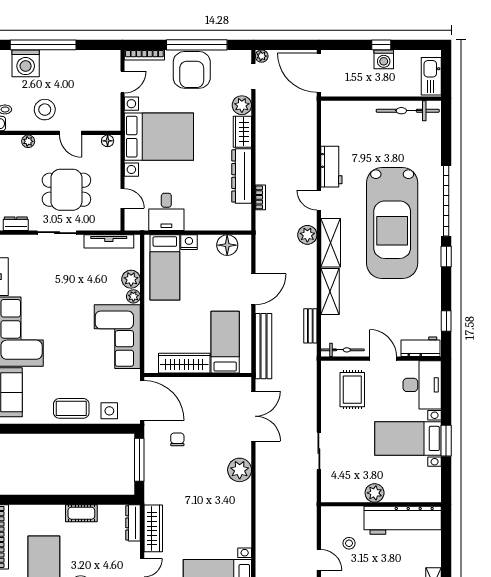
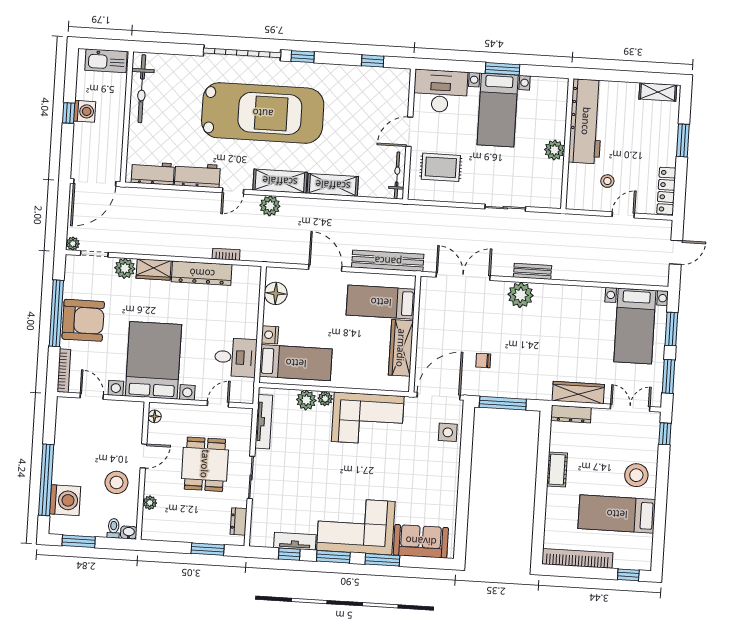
bench: (310, 326) -> (533, 271), moved
workbench: (420, 347) -> (153, 173), moved, turned 90
coffee table: (71, 408) -> (443, 474), removed

